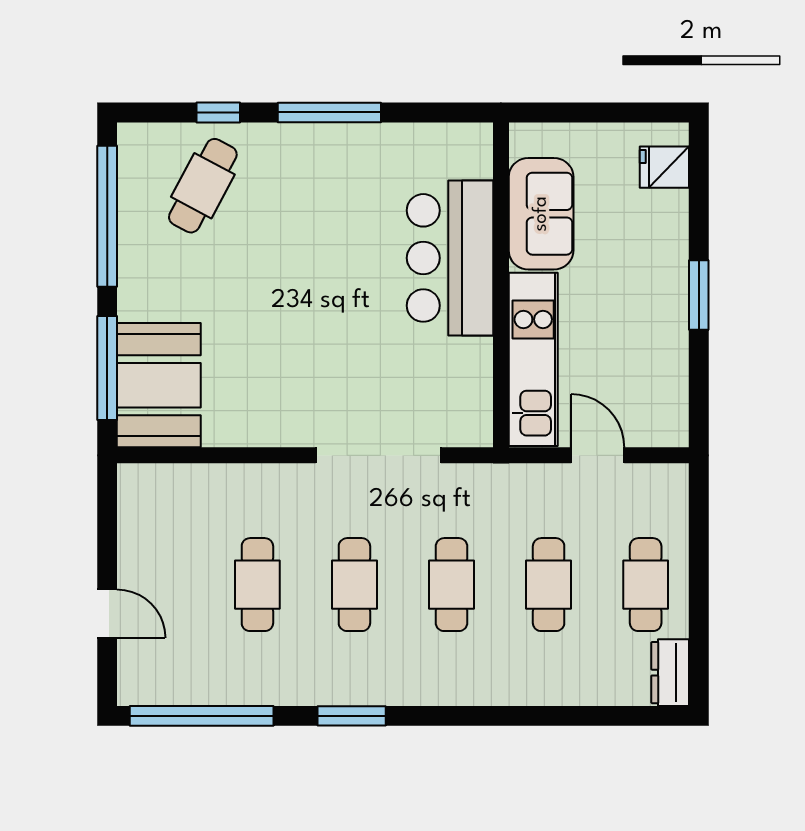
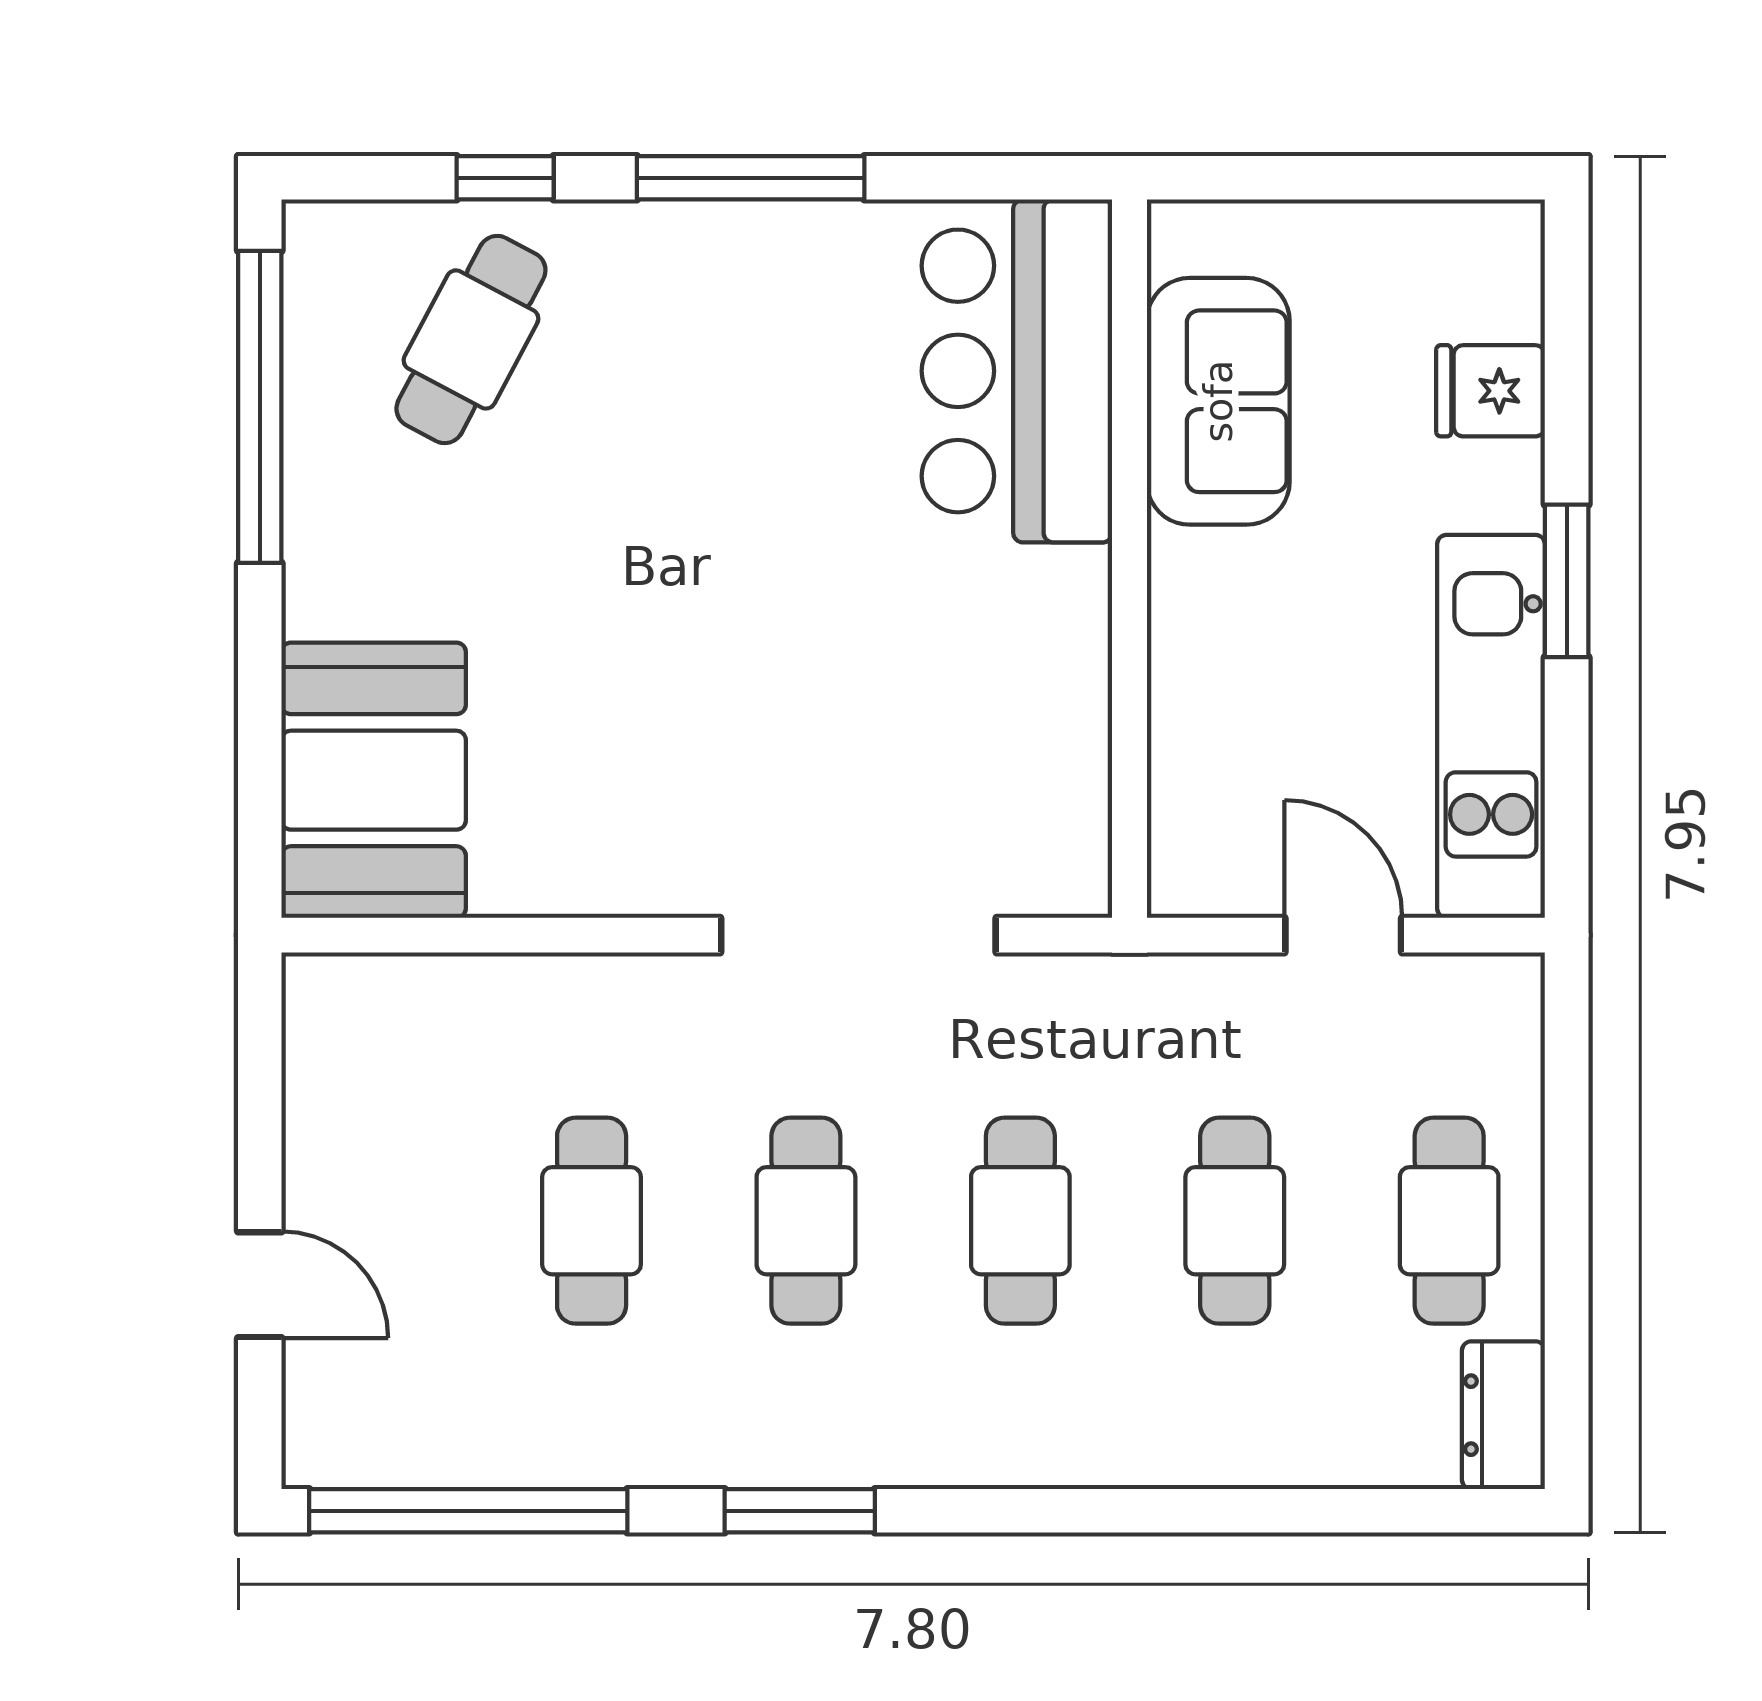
fridge: (664, 167) -> (1491, 391), moved
bar counter: (450, 258) -> (1017, 371), moved
kitchen unit: (533, 359) -> (1491, 726), moved, turned 180
window: (107, 368) -> (260, 742), removed

